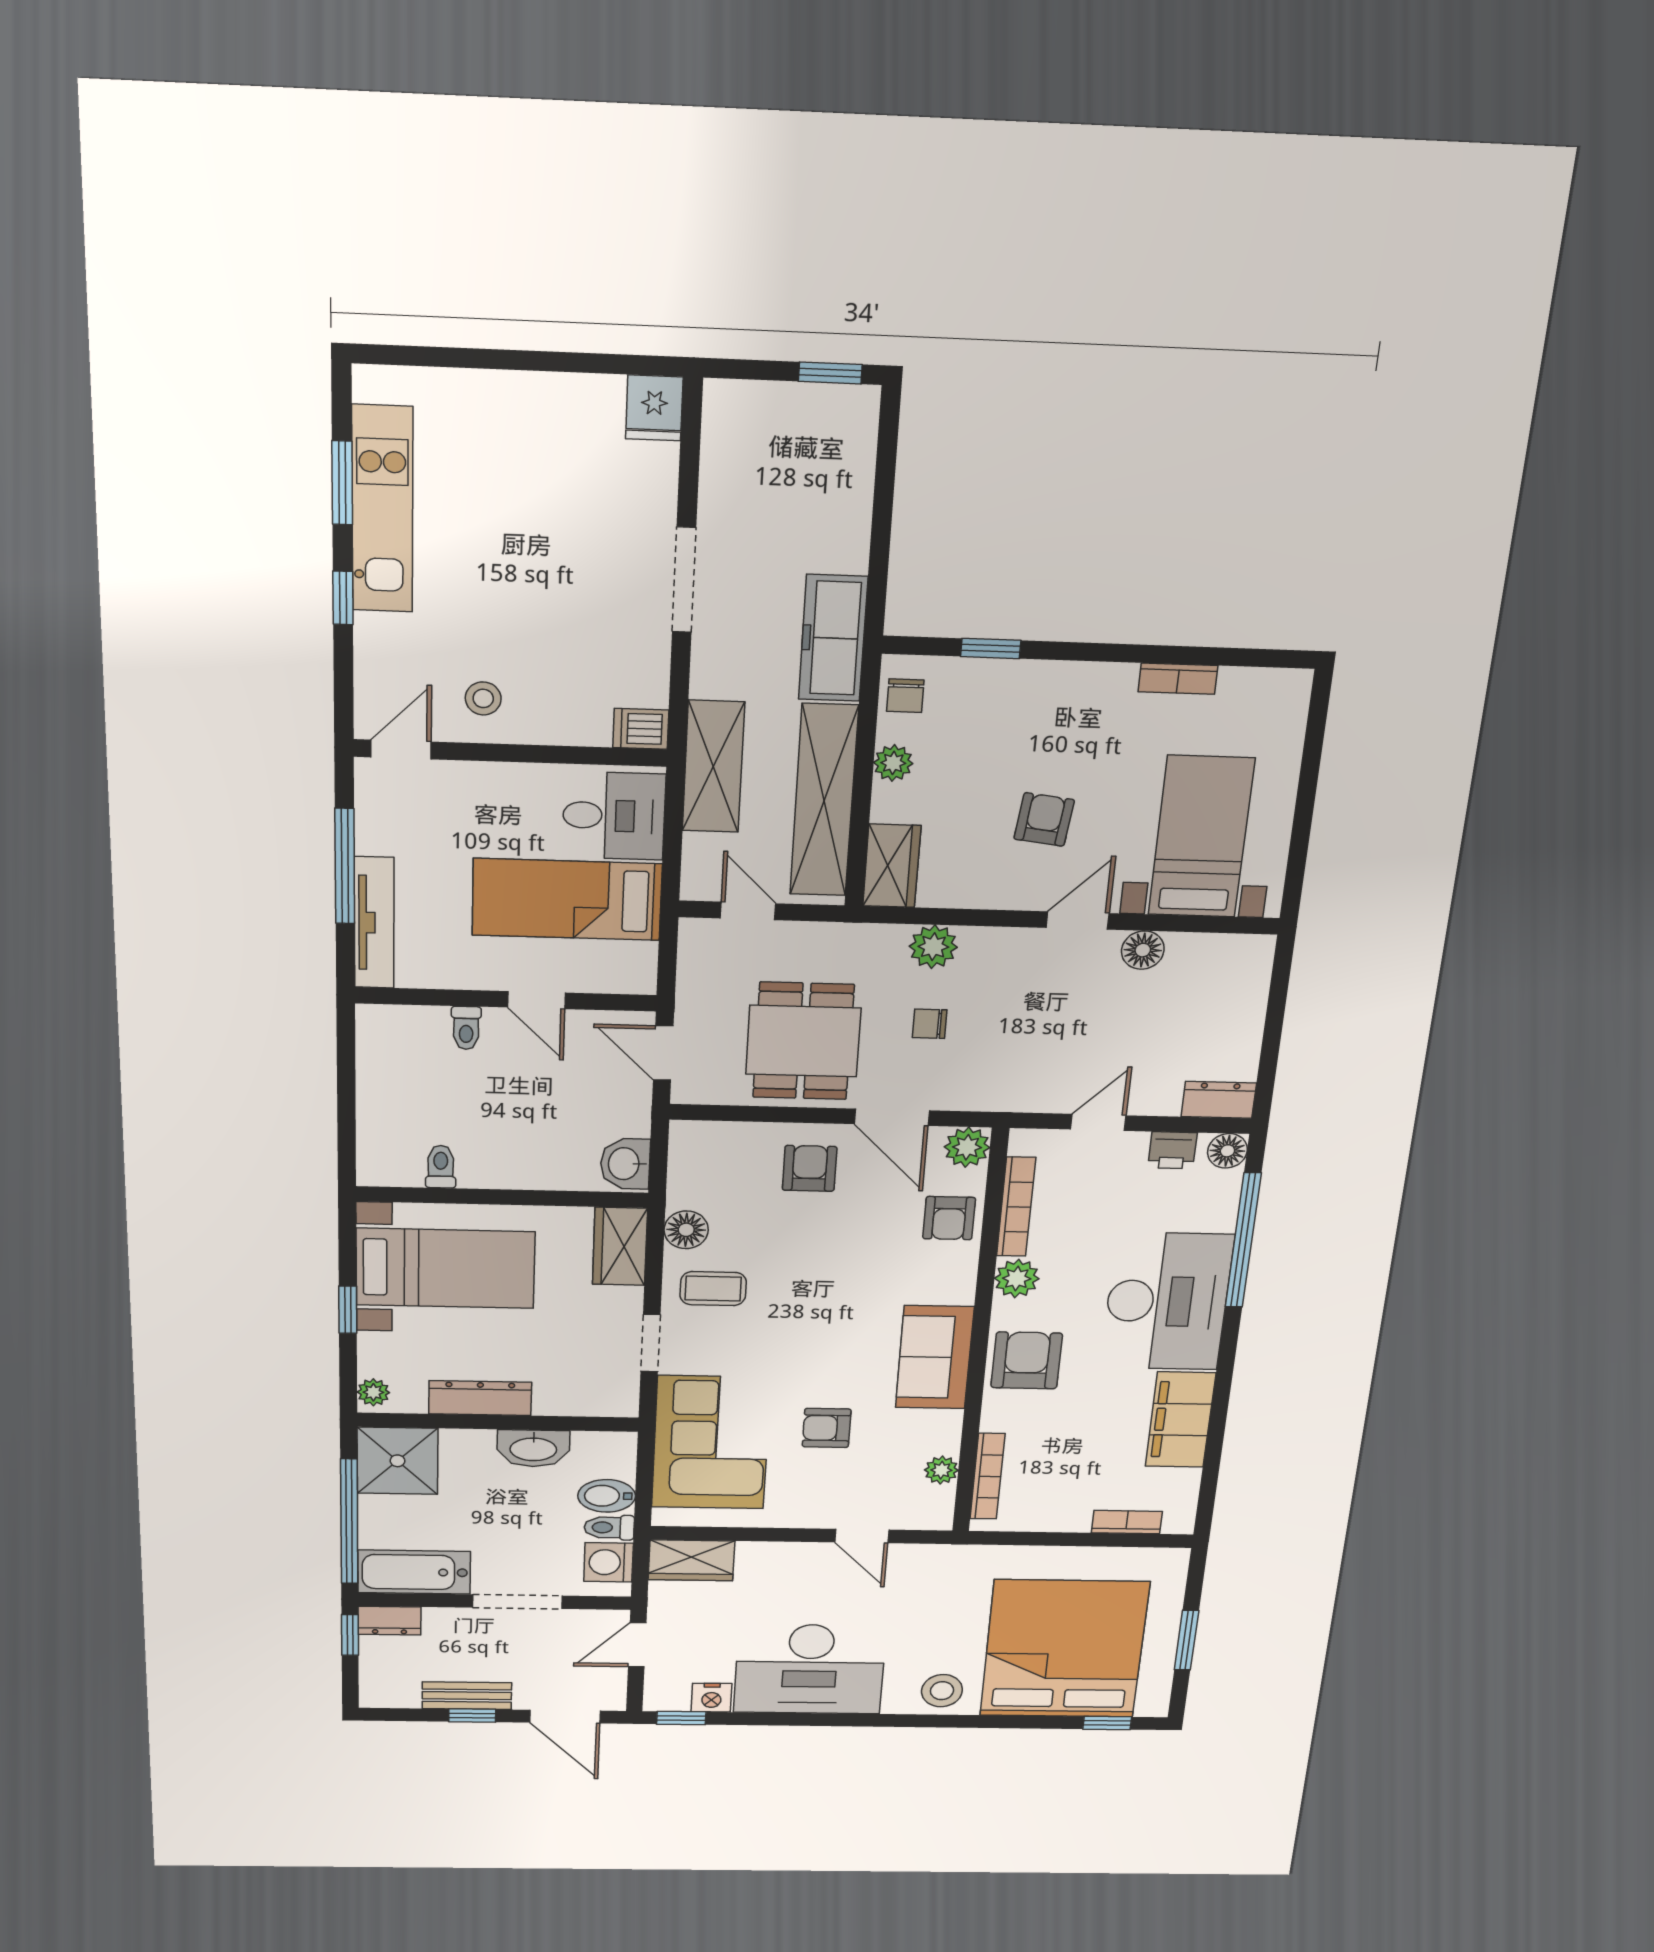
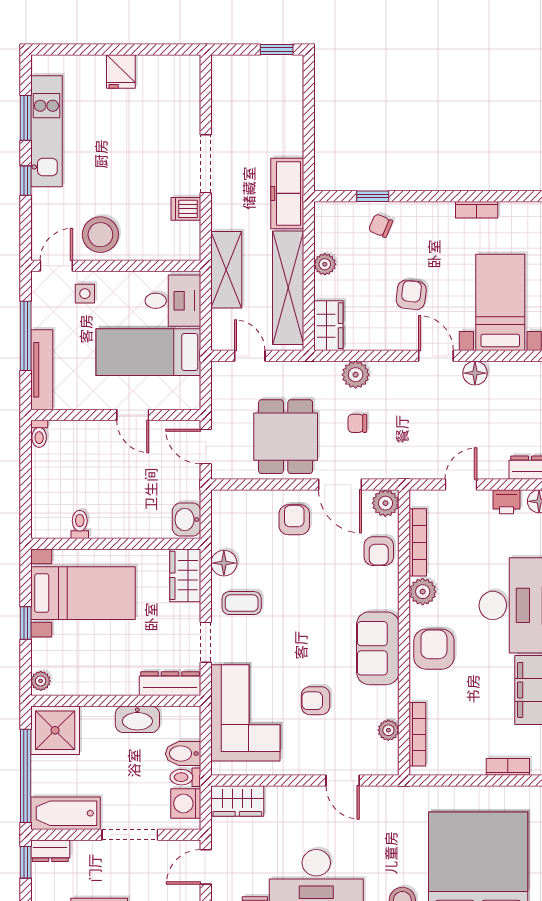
fridge: (654, 408) -> (121, 72), moved
chair: (905, 696) -> (381, 226), moved, turned 113
stool: (483, 698) -> (100, 235), width x1.89, depth x1.89
dishwasher: (641, 729) -> (186, 209), moved
side table: (453, 799) -> (85, 294), added
door: (1078, 921) -> (436, 356), hinge flipped
toilet: (466, 1028) -> (39, 434), moved
dresser: (480, 1398) -> (170, 684), moved

